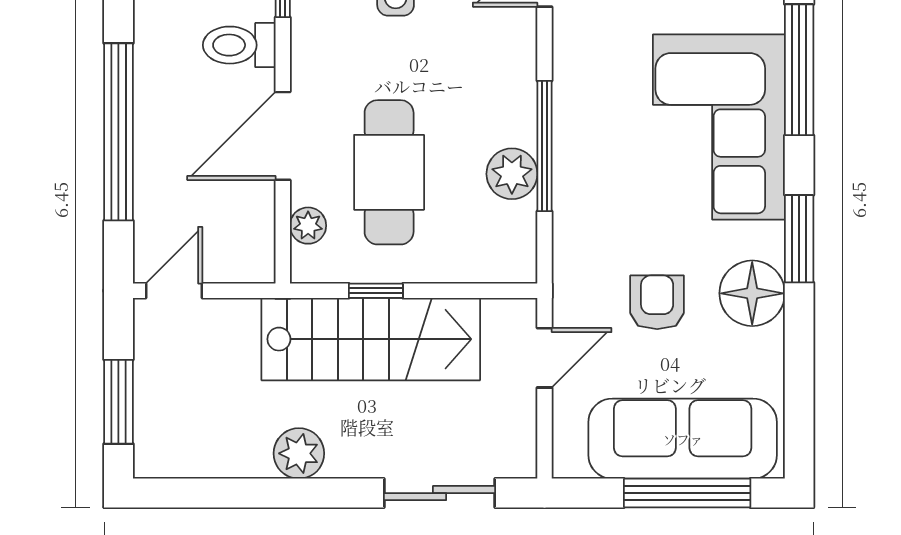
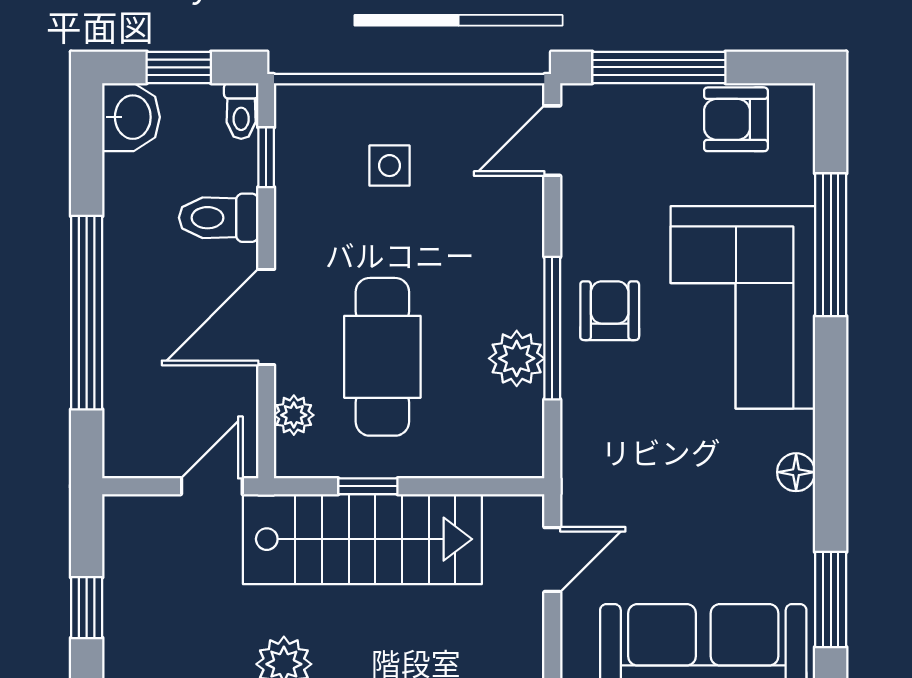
window: (799, 239) -> (831, 600), moved
door: (174, 291) -> (212, 486), moved
floor lamp: (752, 293) -> (796, 472), width x0.53, depth x0.53
armchair: (657, 302) -> (610, 311), moved
window: (118, 402) -> (87, 608), width x0.67

